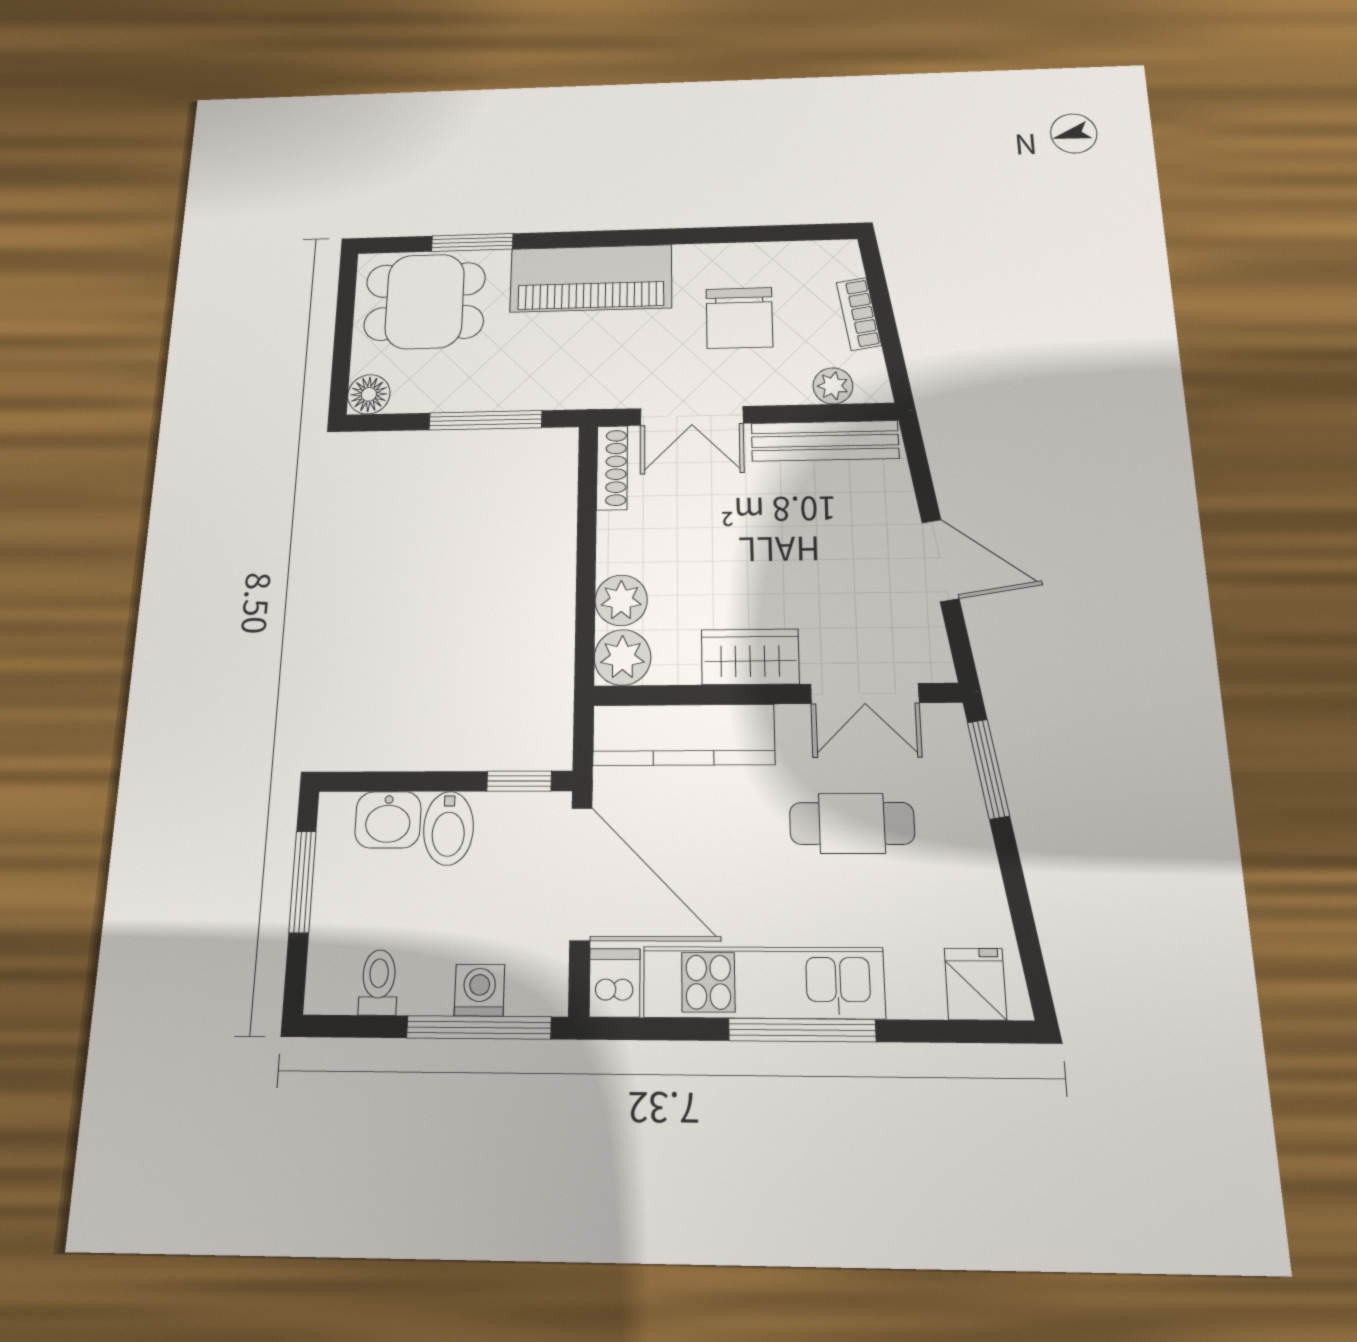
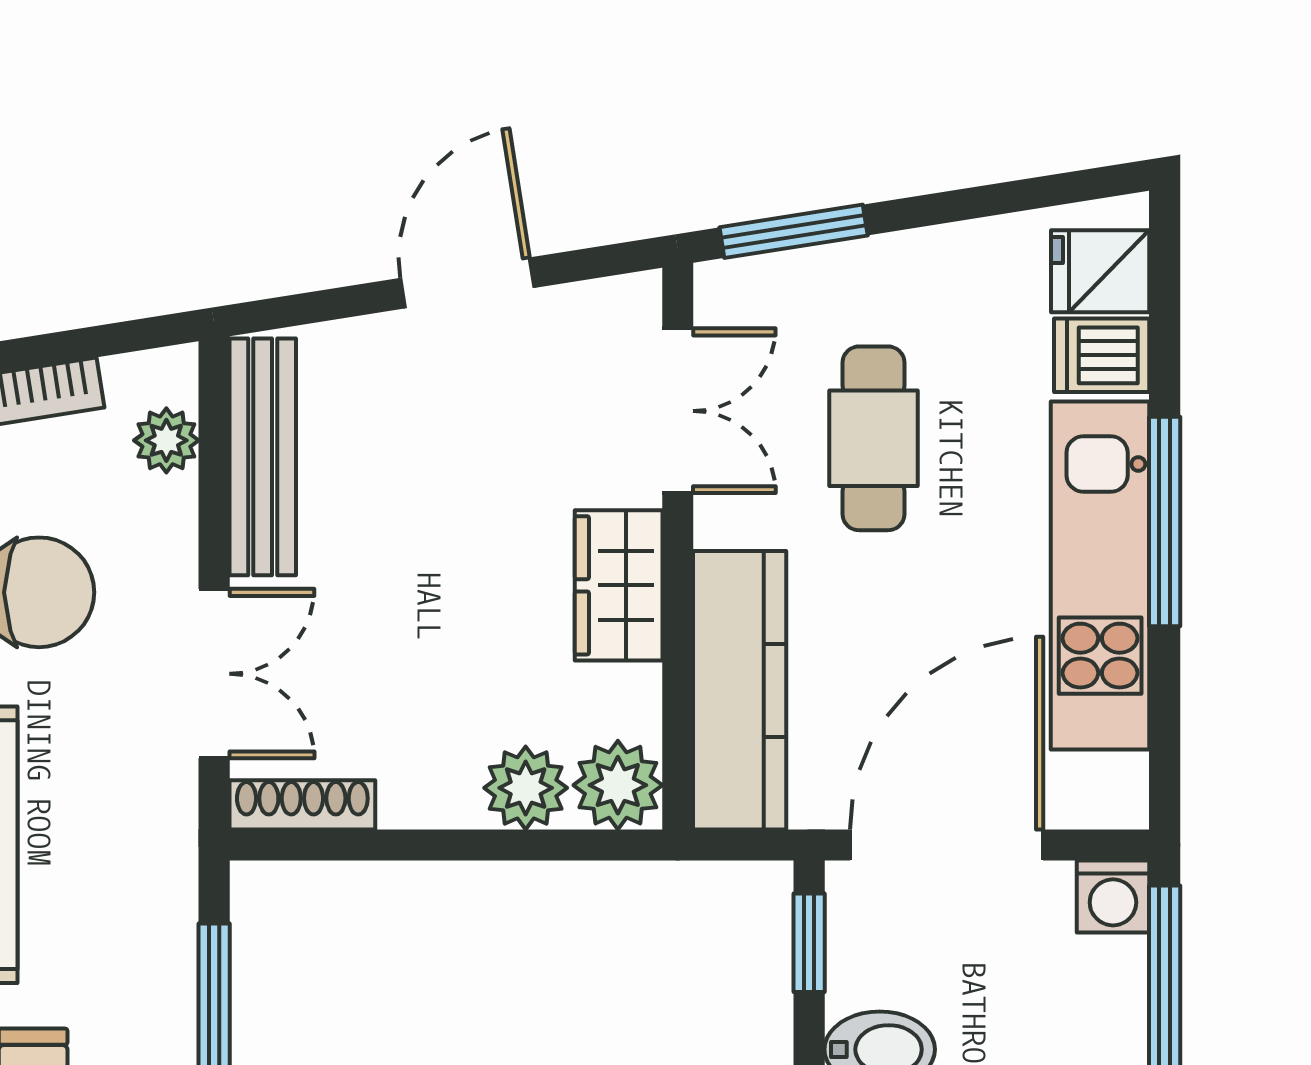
dishwasher: (615, 983) -> (1102, 355), moved
washing machine: (479, 990) -> (1113, 897), moved, turned -90

